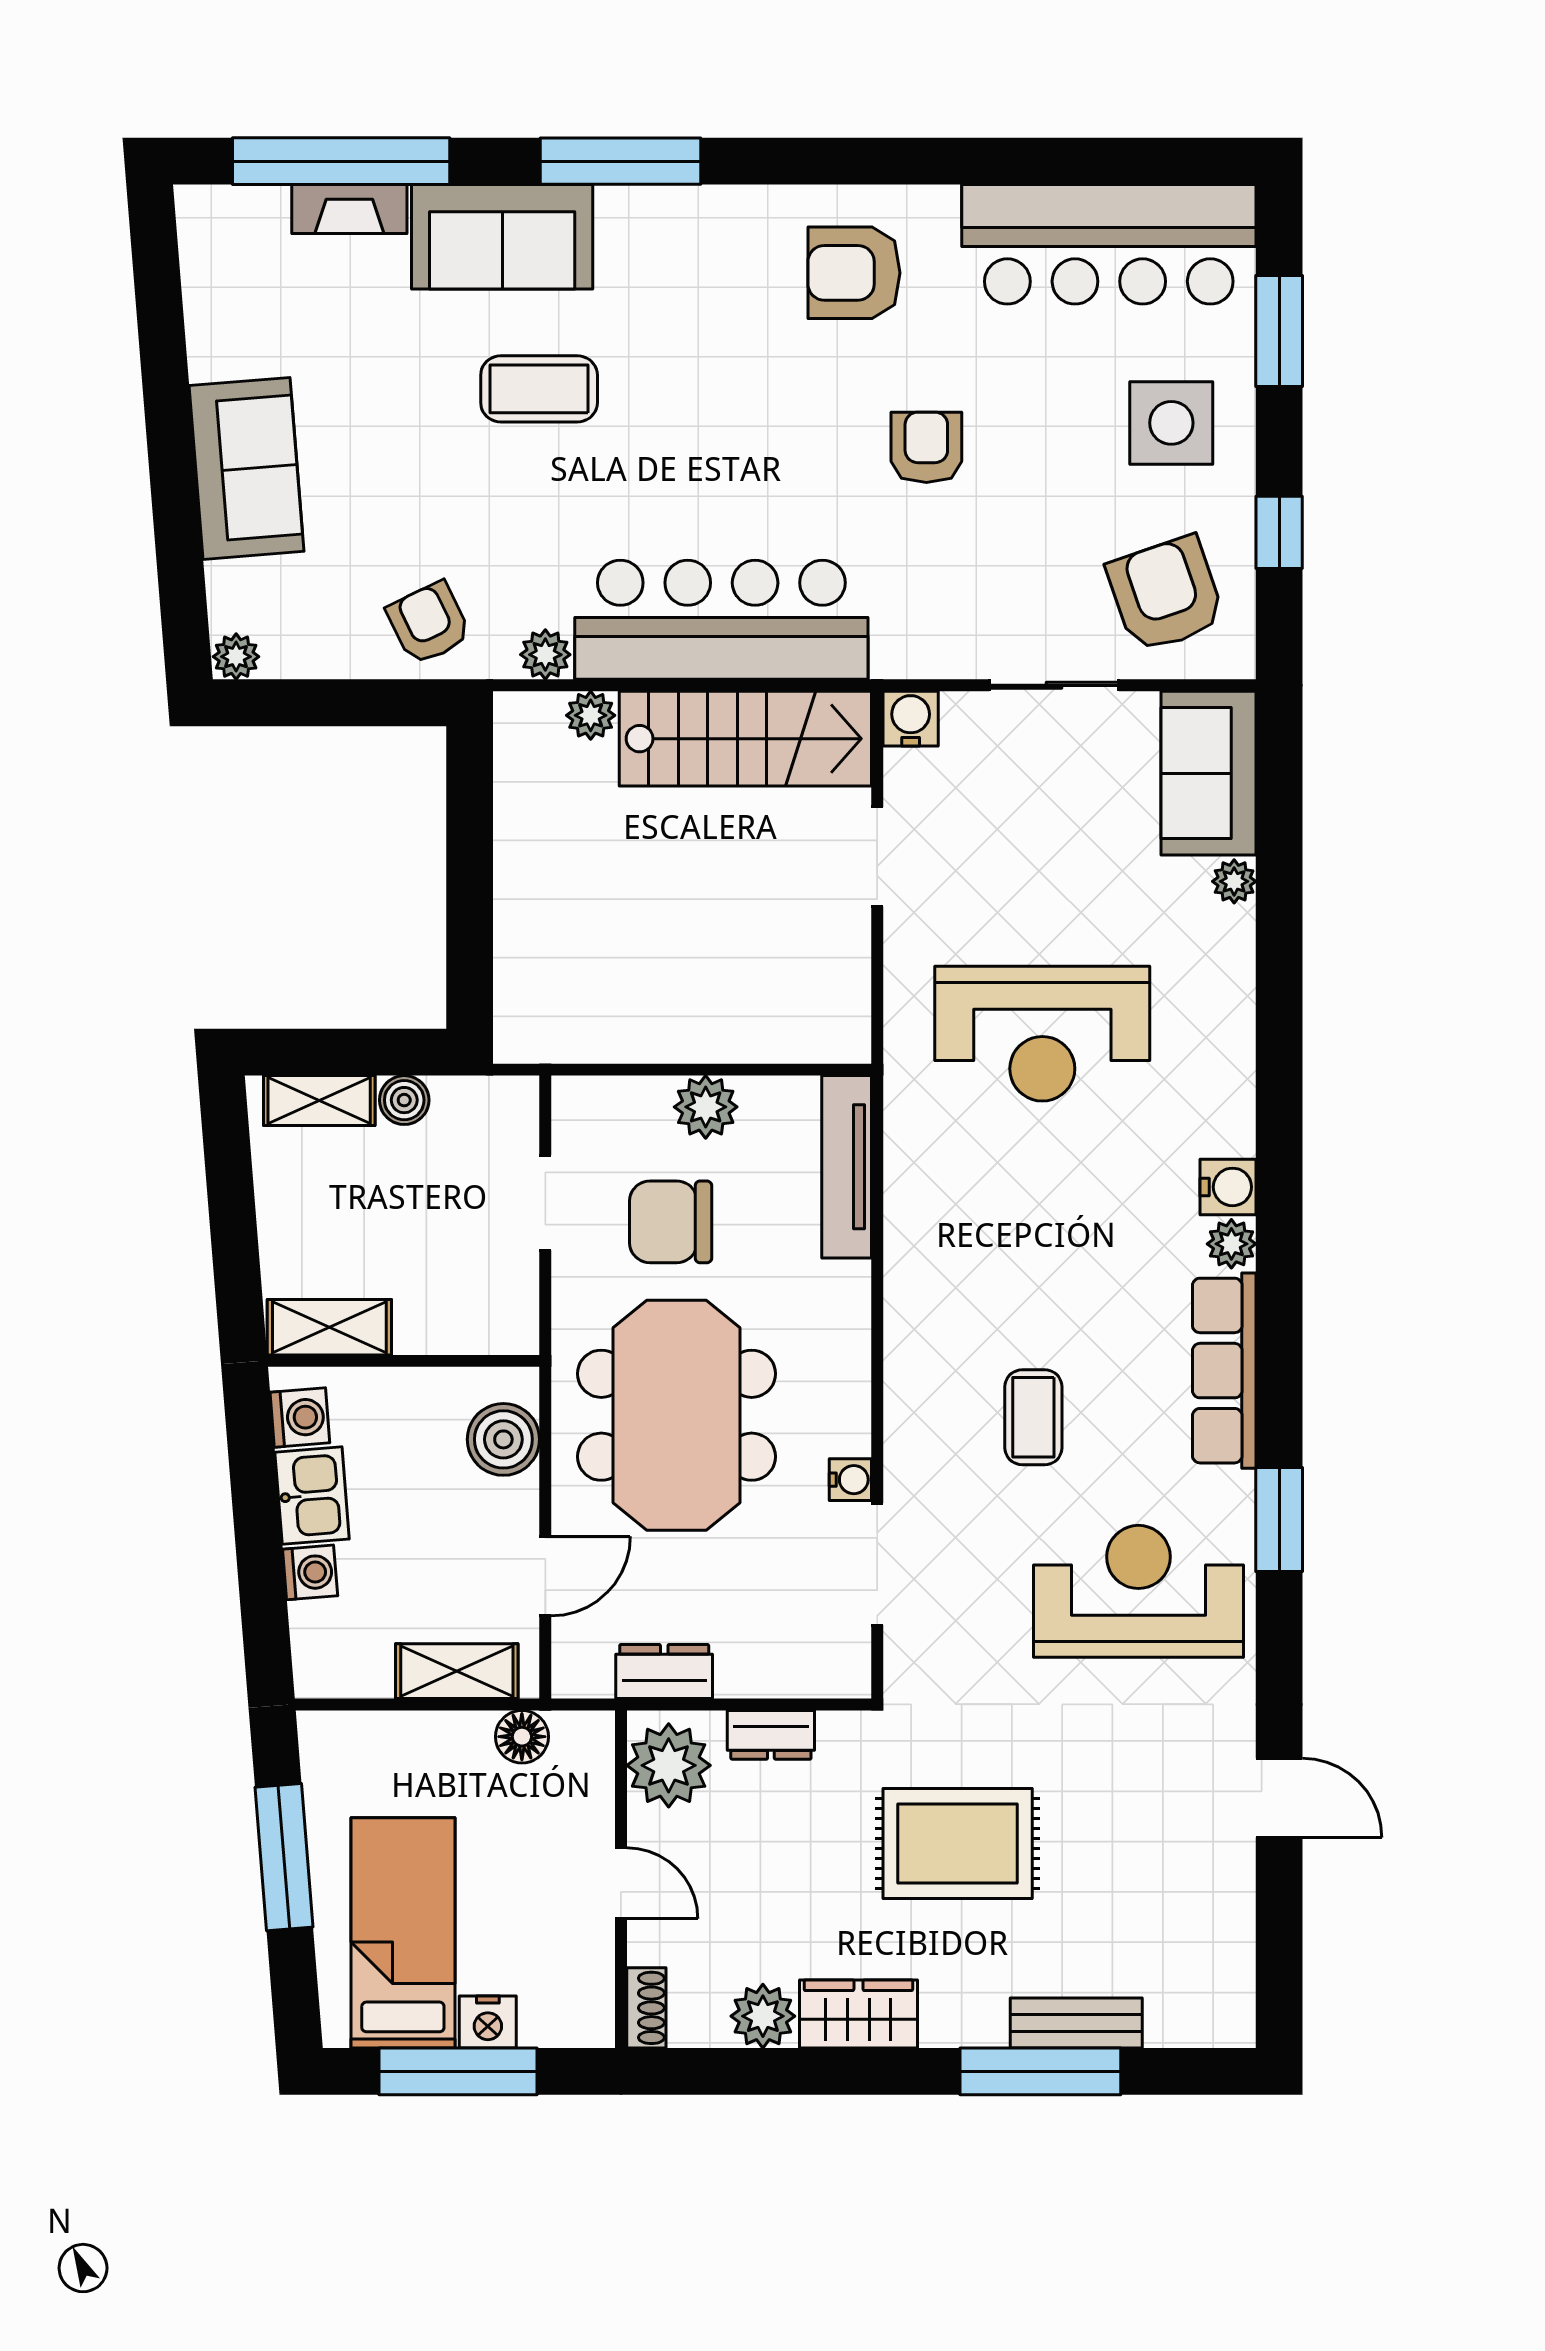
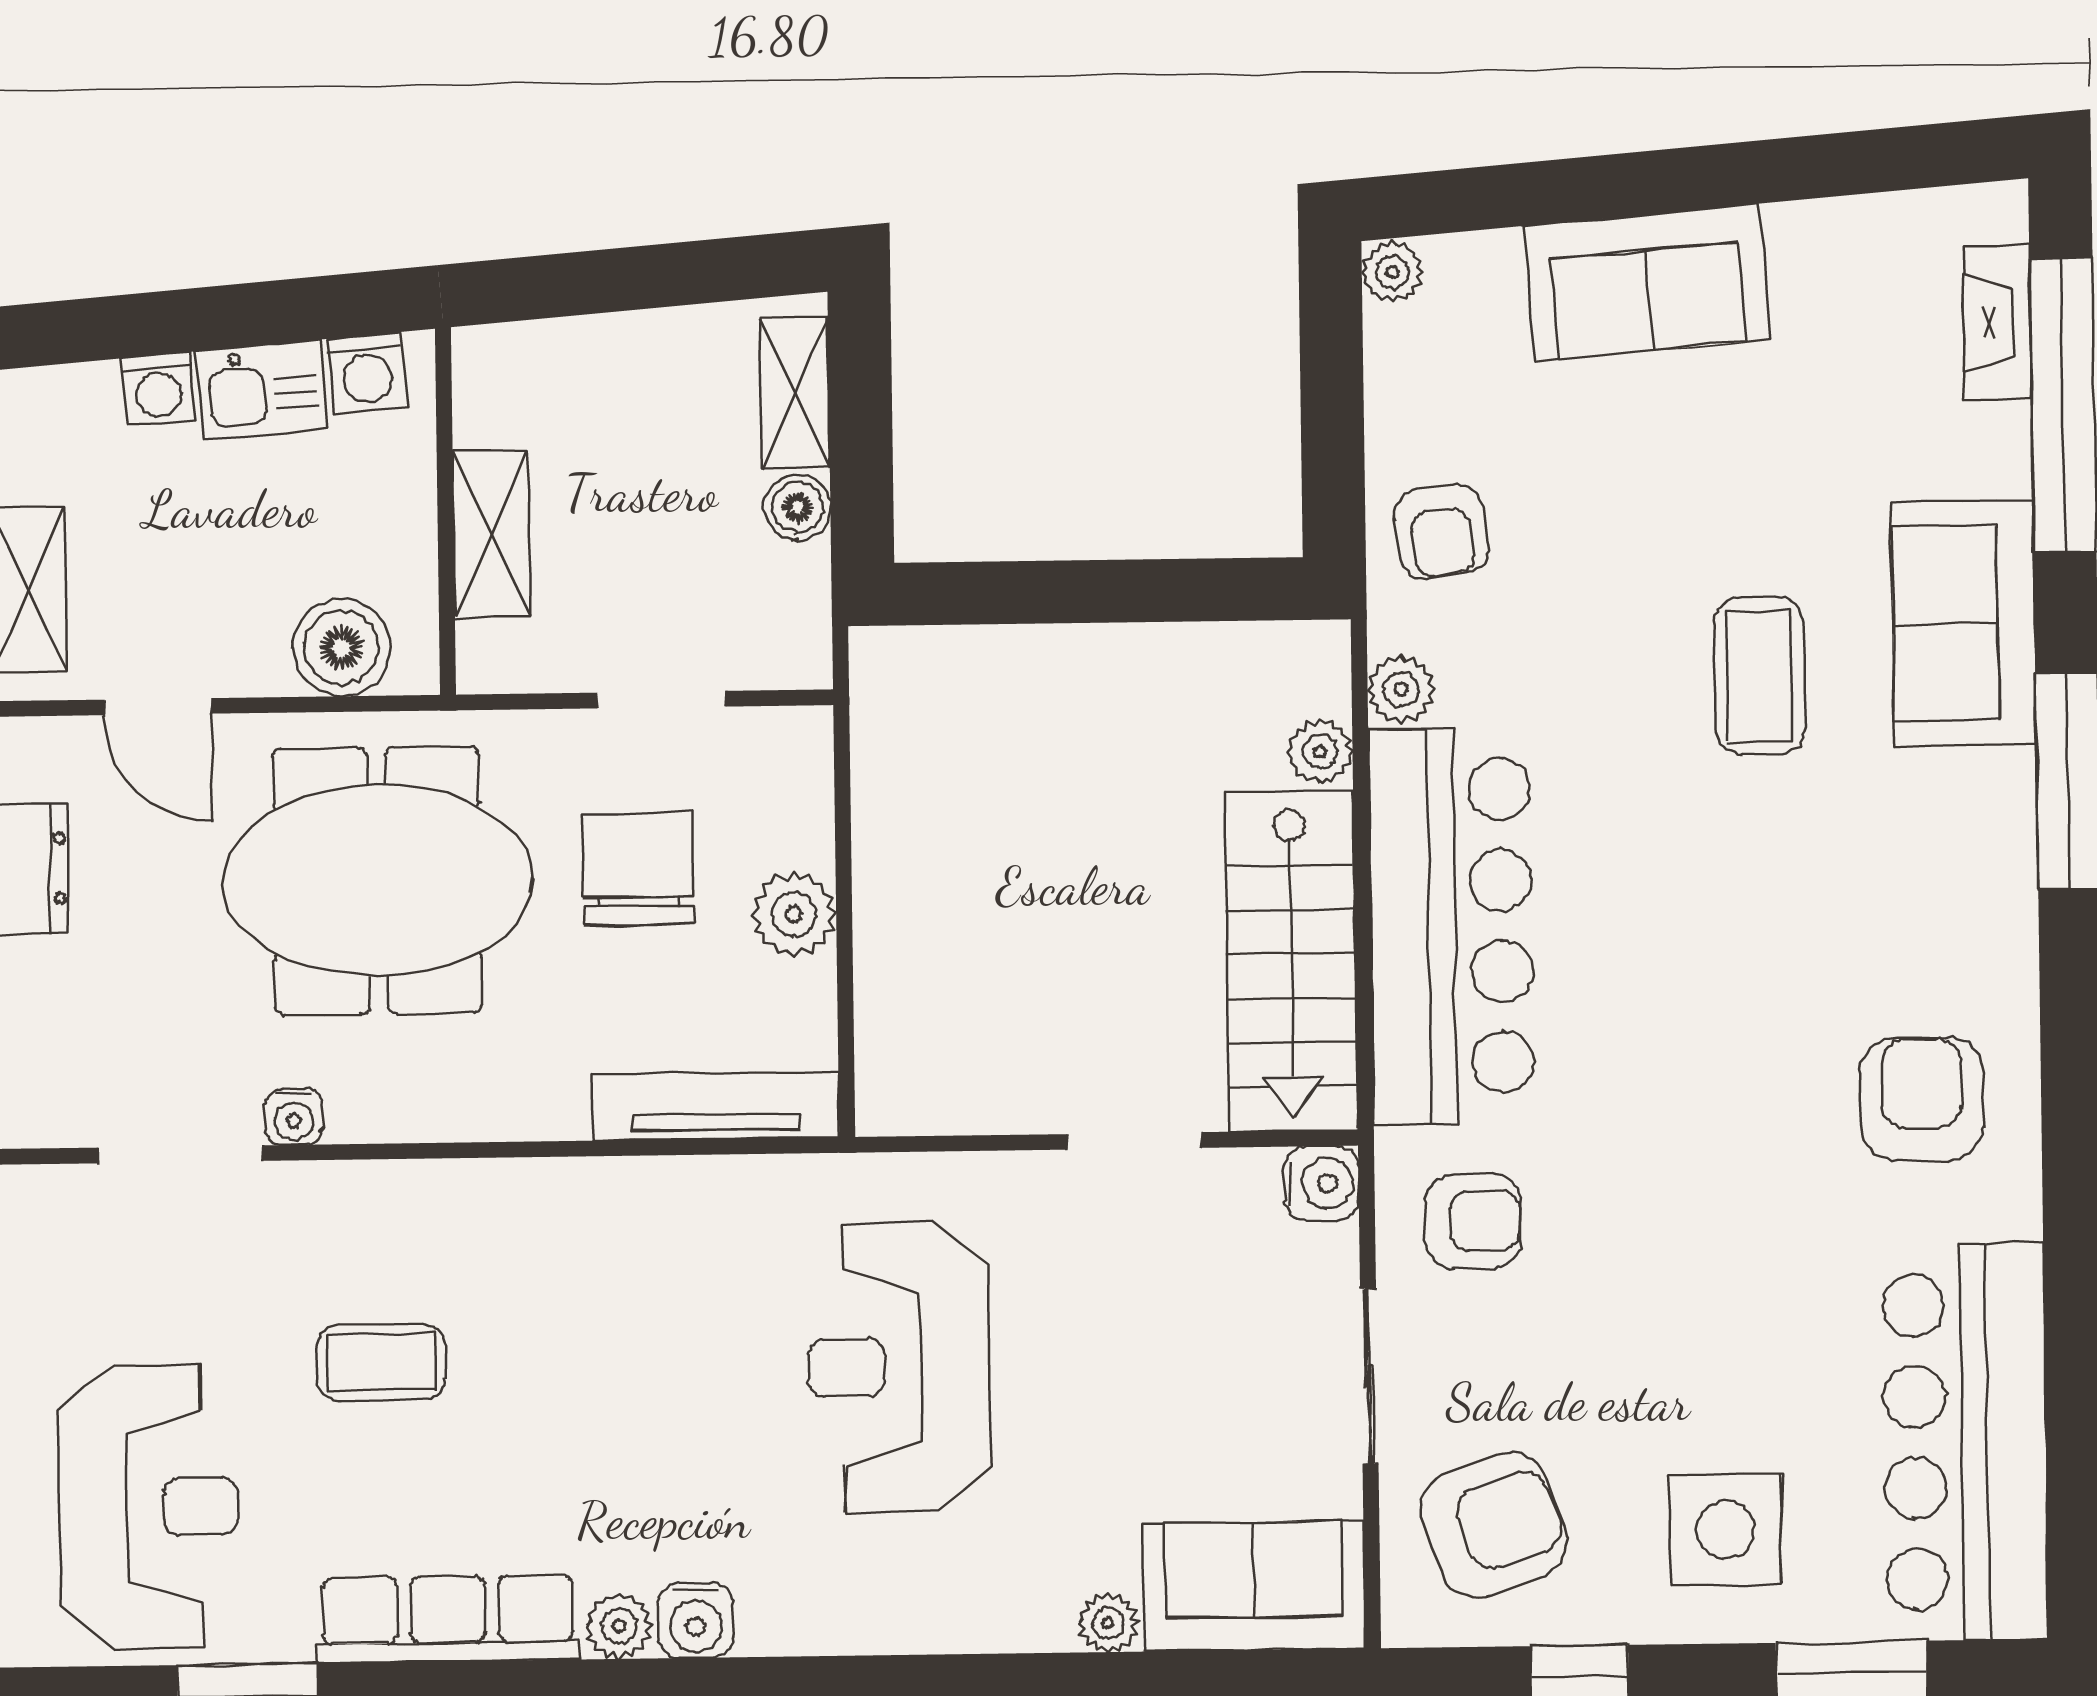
fireplace: (349, 209) -> (1997, 322), moved
armchair: (926, 447) -> (1473, 1221), moved
armchair: (429, 623) -> (1441, 531), turned 108
shelving: (329, 1327) -> (491, 534), moved

